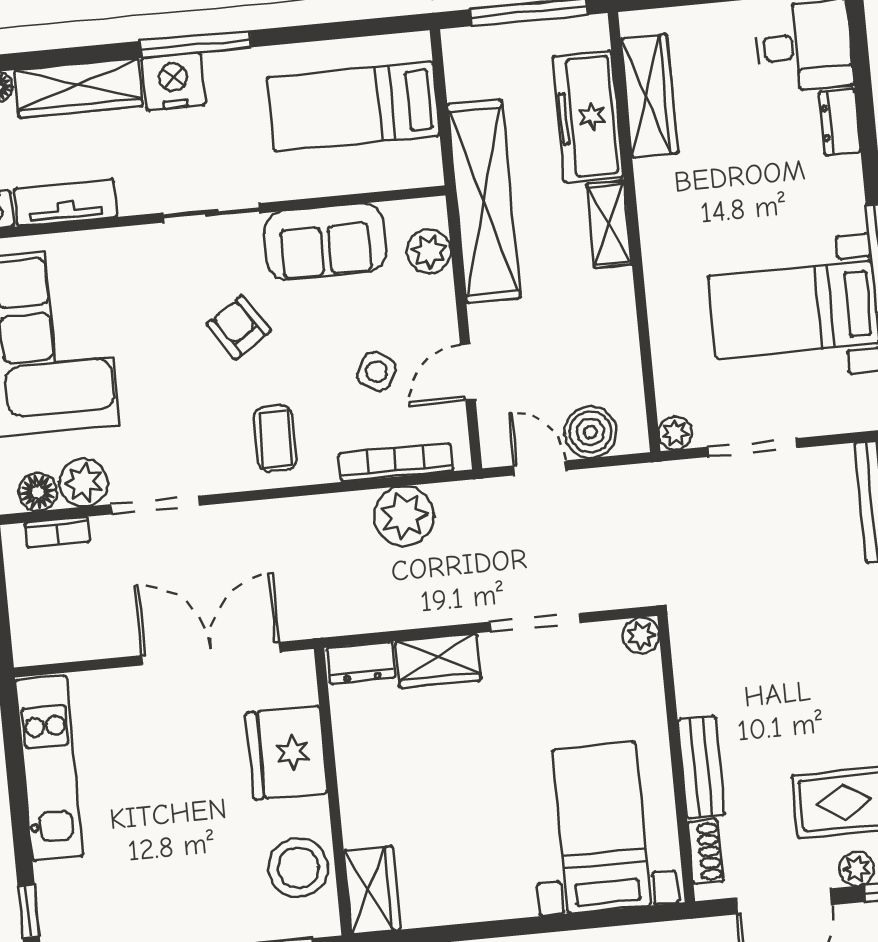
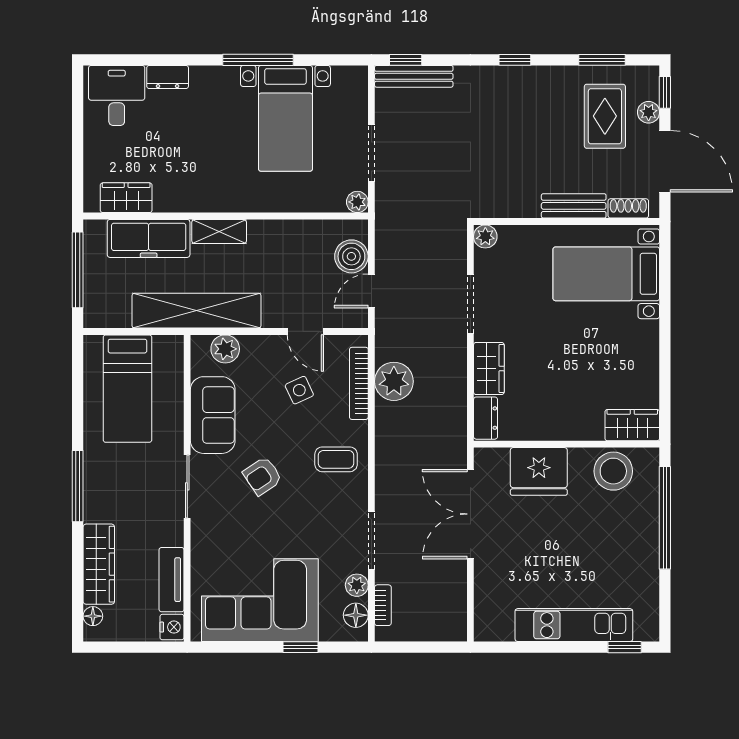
nightstand: (173, 81) -> (100, 503), removed
wardrobe: (649, 96) -> (126, 198), width x0.67
side table: (376, 371) -> (299, 390), turned 36
plant: (84, 483) -> (357, 585), width x0.73, depth x0.73
kitchen unit: (49, 768) -> (574, 625), moved

